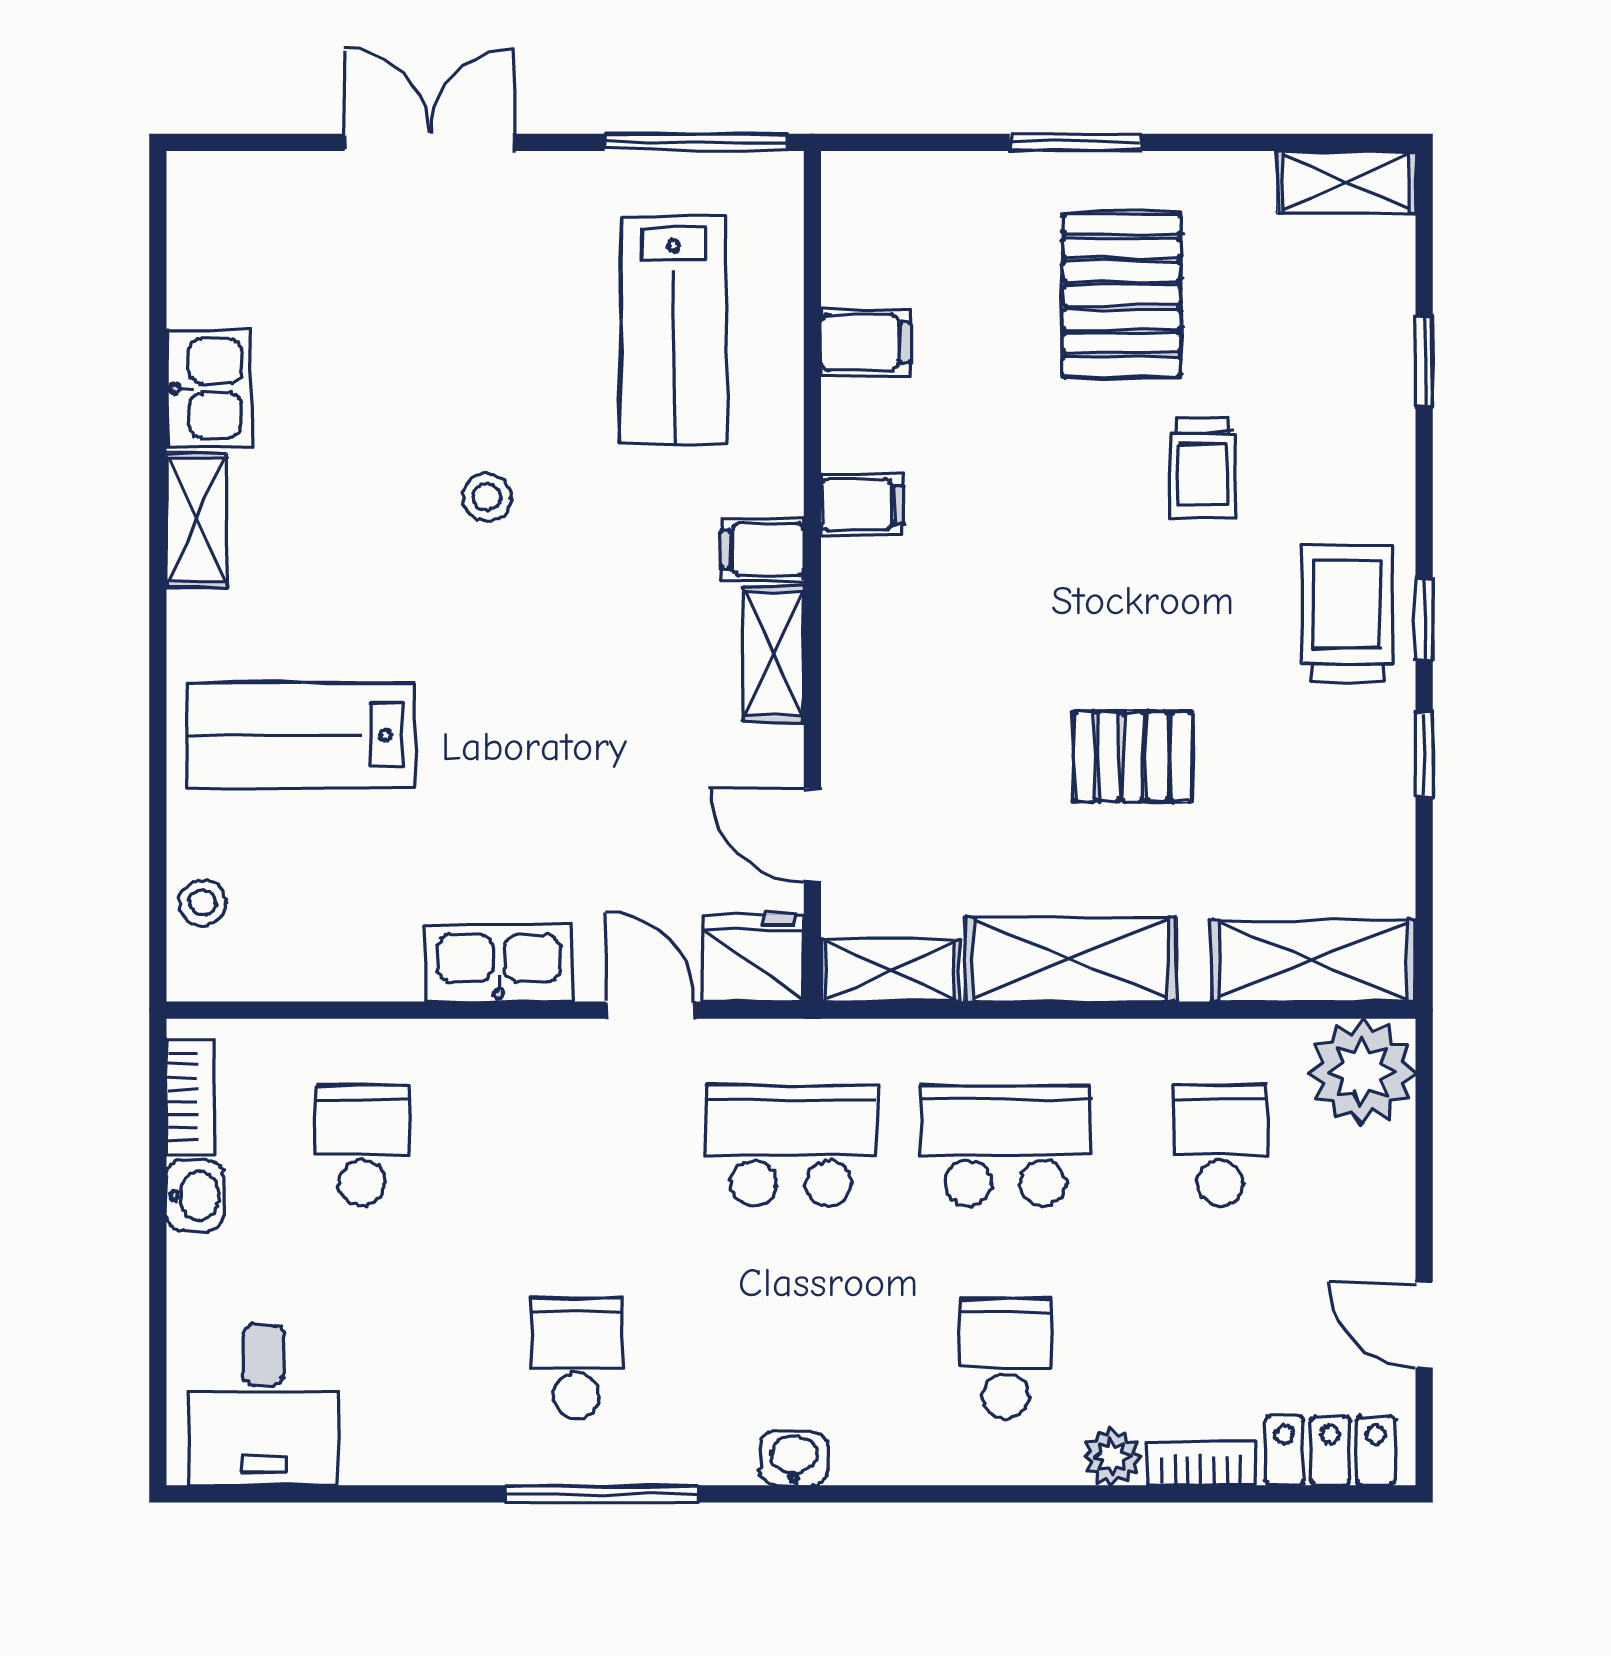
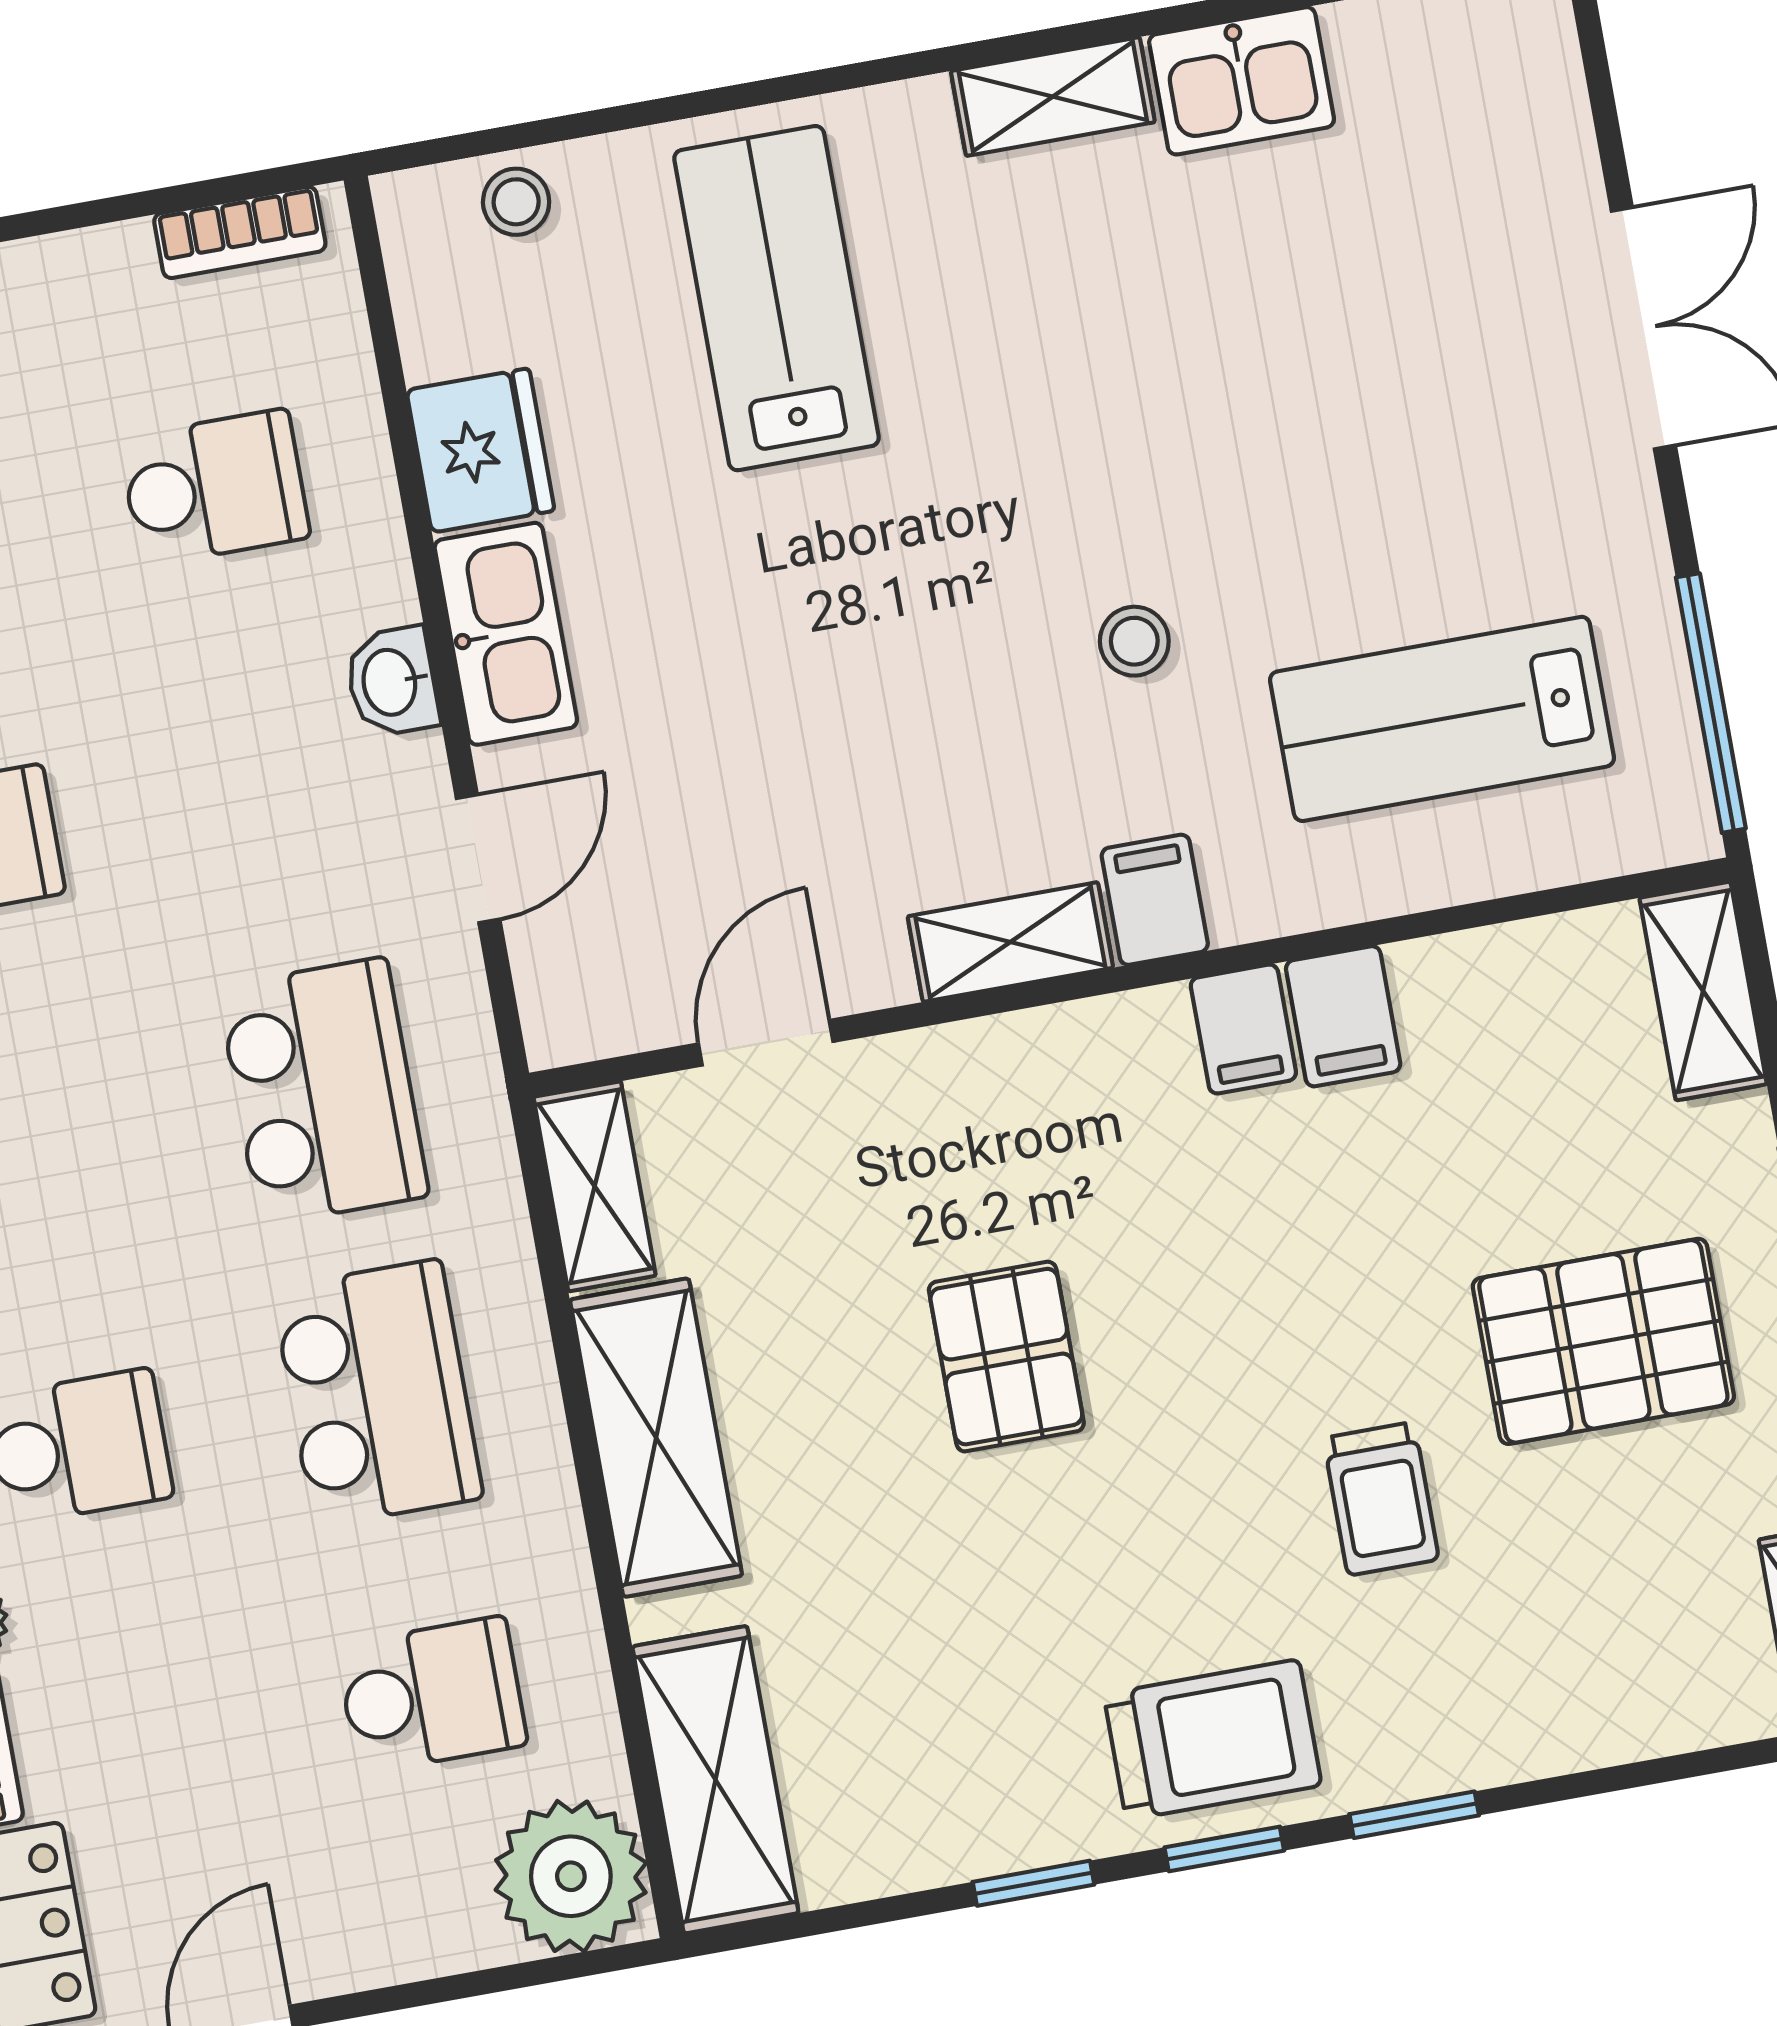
shelving: (893, 183) -> (1703, 991), added
filing cabinet: (866, 342) -> (1343, 1016), moved
window: (1424, 362) -> (1414, 1815), moved
trolley: (1202, 468) -> (1381, 1499), turned -90
stool: (487, 497) -> (1134, 641), moved
pallet: (1133, 757) -> (1006, 1357), moved
fridge: (753, 958) -> (480, 450), moved
washbasin: (195, 1196) -> (392, 682), moved, turned 90

